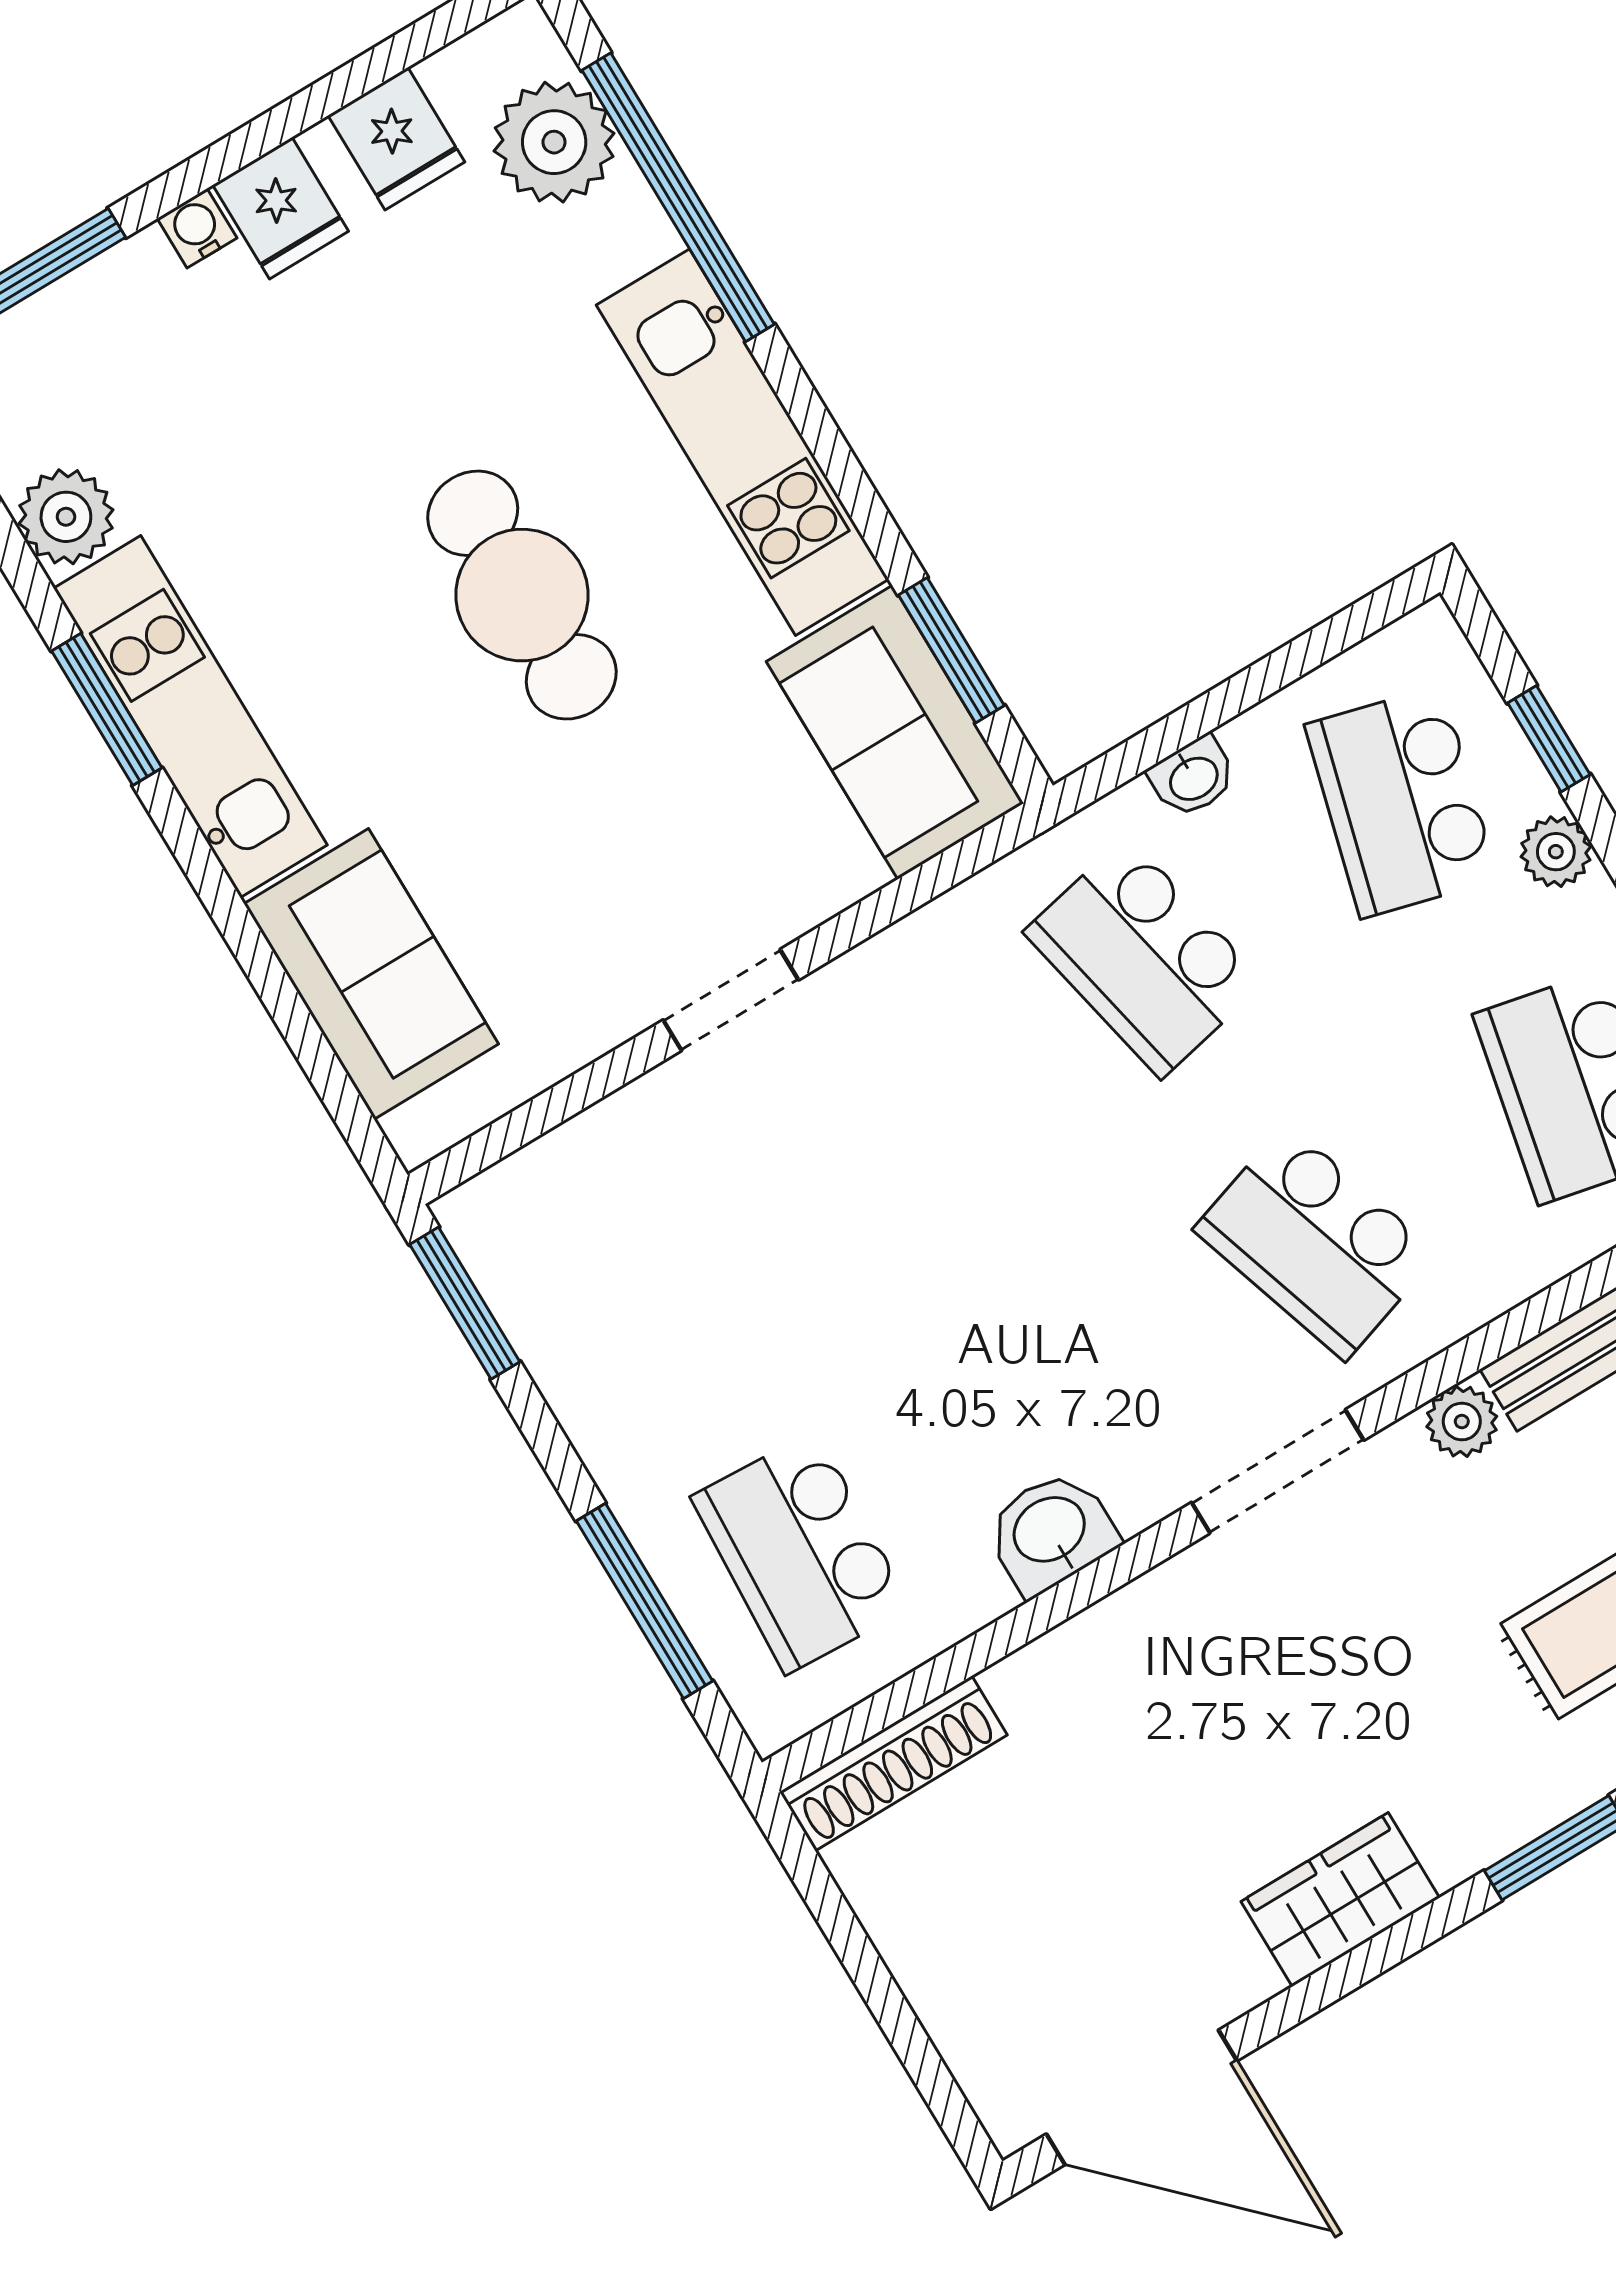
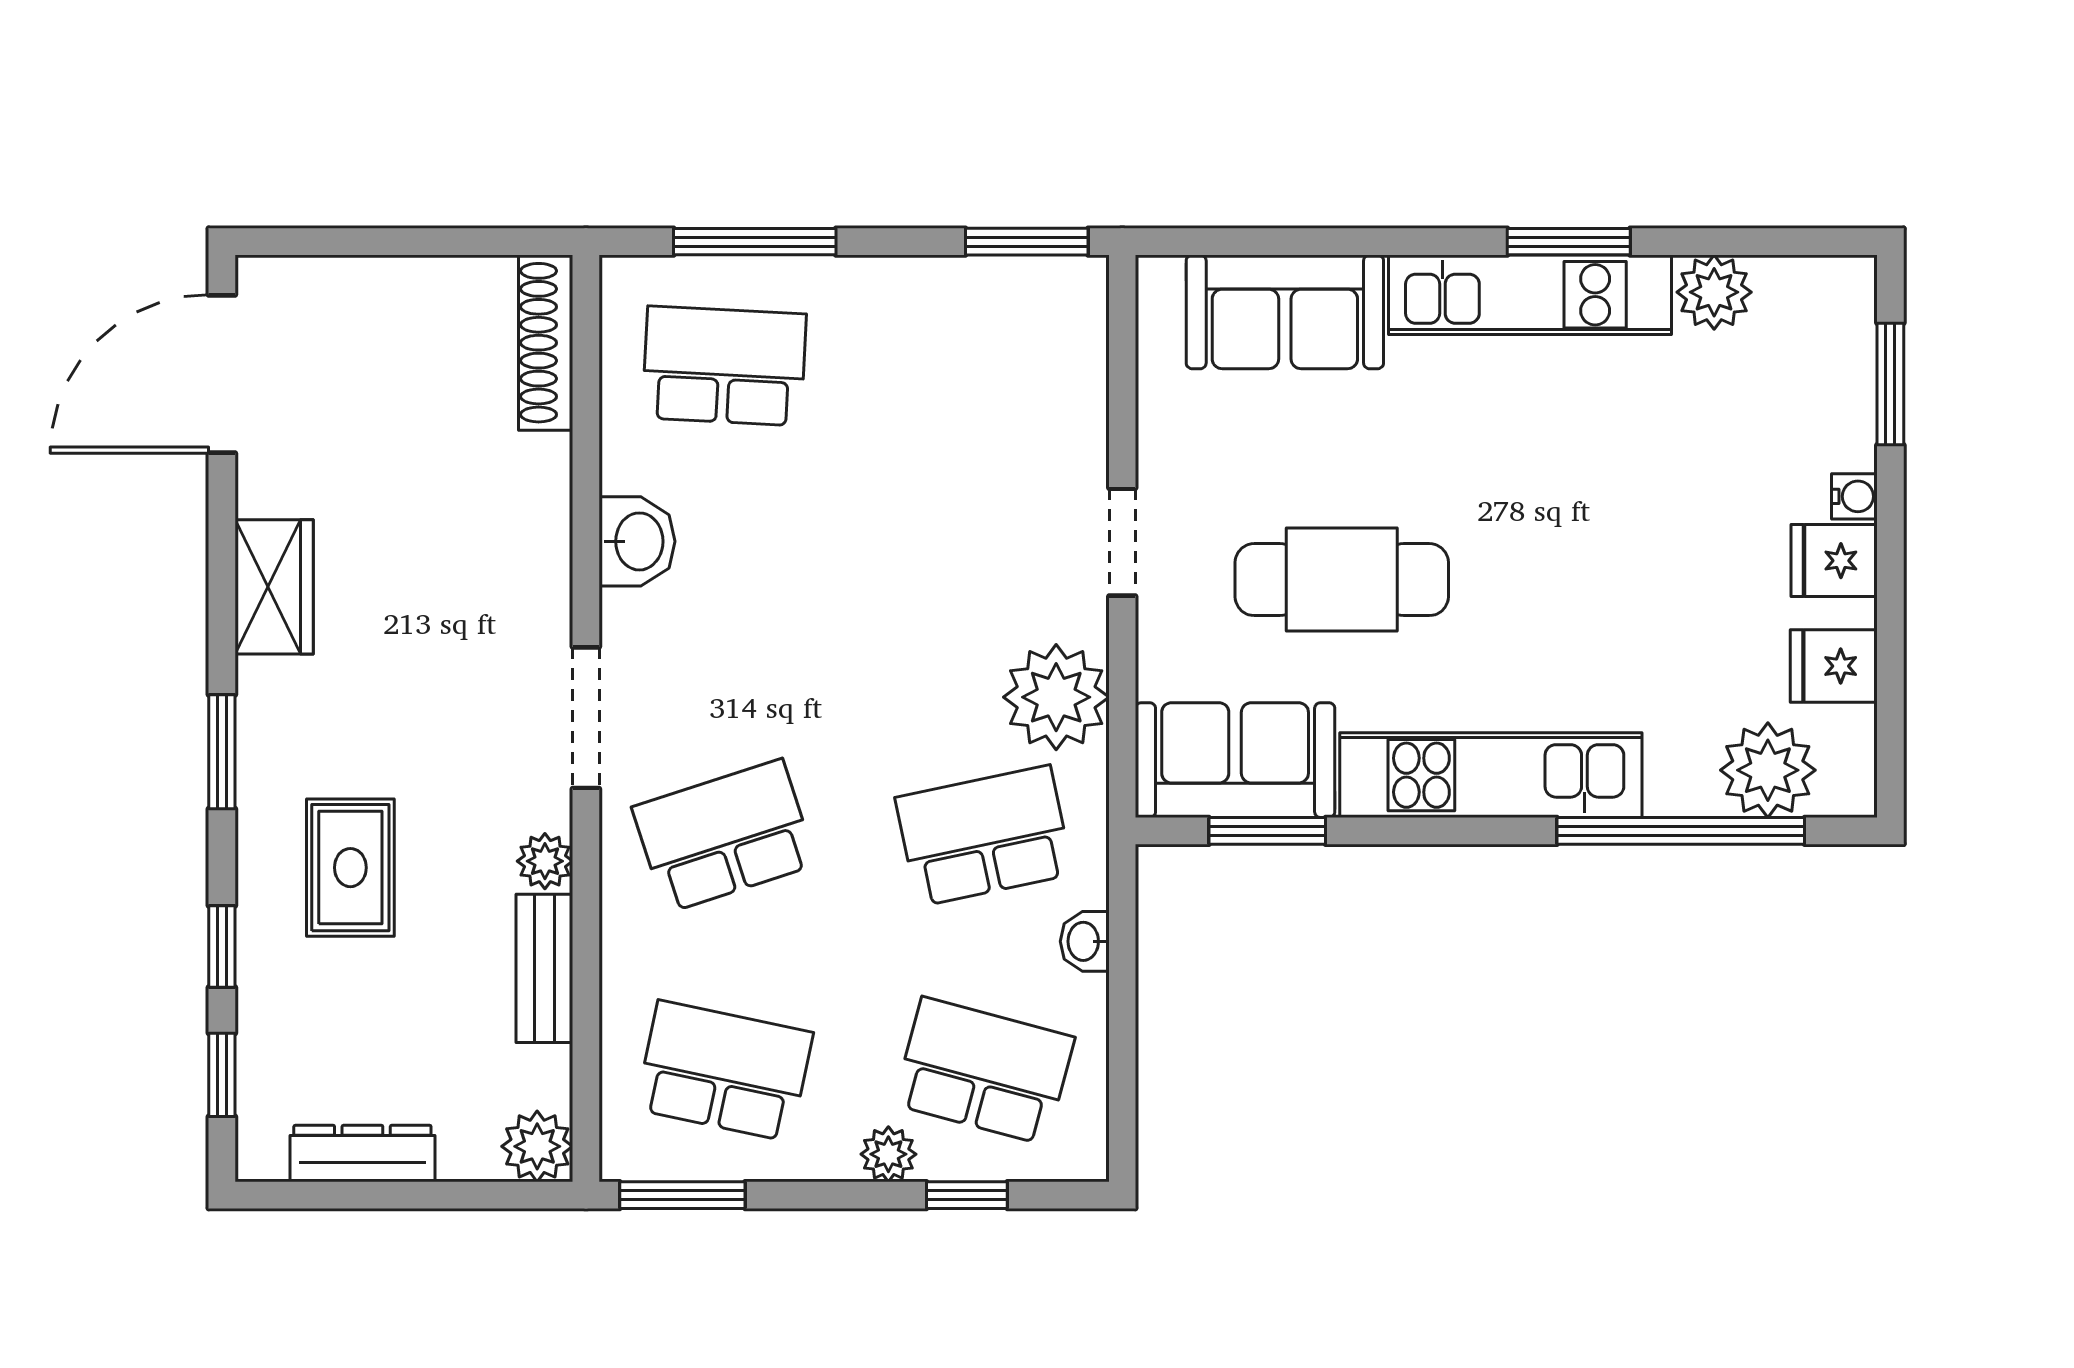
cafe table: (522, 595) -> (1342, 580), moved
plant: (944, 970) -> (1056, 697), added

